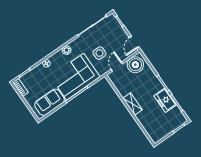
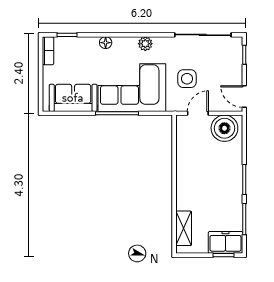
door: (134, 42) -> (244, 96), hinge flipped
freezer: (165, 100) -> (225, 242), moved, turned 90
shelving: (132, 104) -> (184, 228), moved

